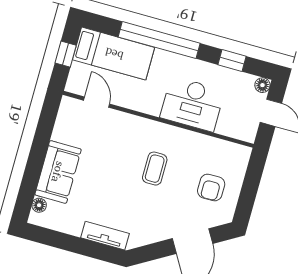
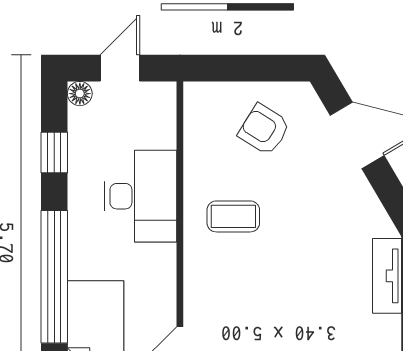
coffee table: (155, 169) -> (233, 216), moved
armchair: (211, 187) -> (264, 130), turned -148

